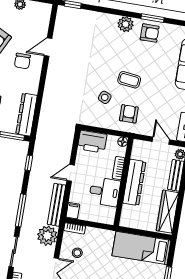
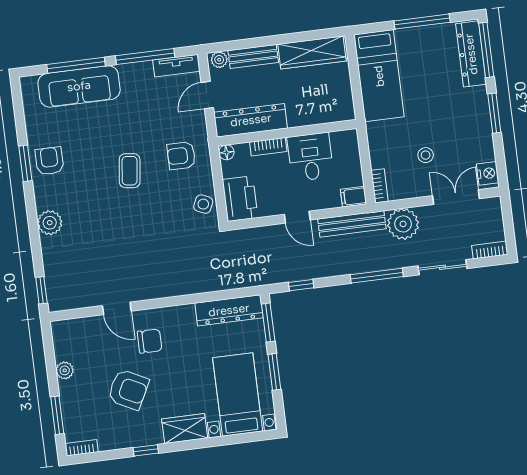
plant: (126, 24) -> (50, 223), moved
side table: (105, 97) -> (203, 204), moved
dresser: (134, 182) -> (251, 120), moved
stool: (77, 253) -> (426, 155), moved

